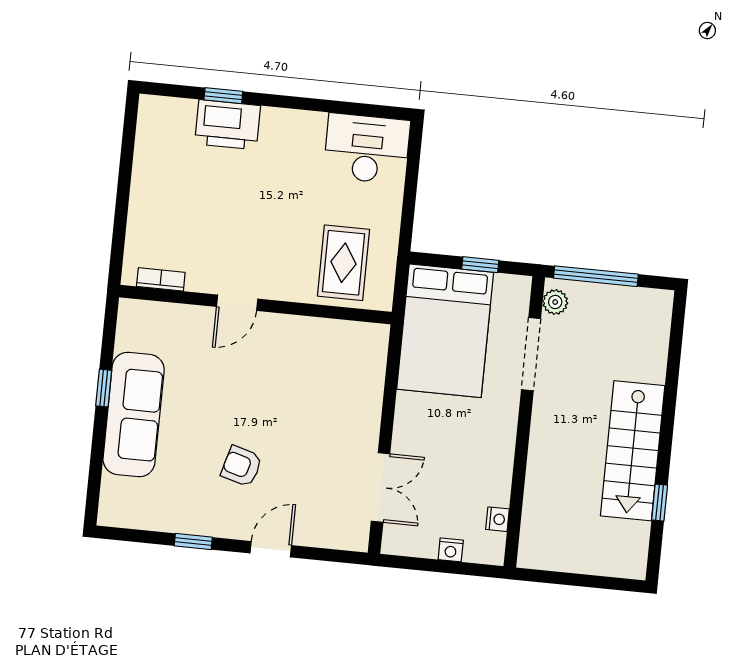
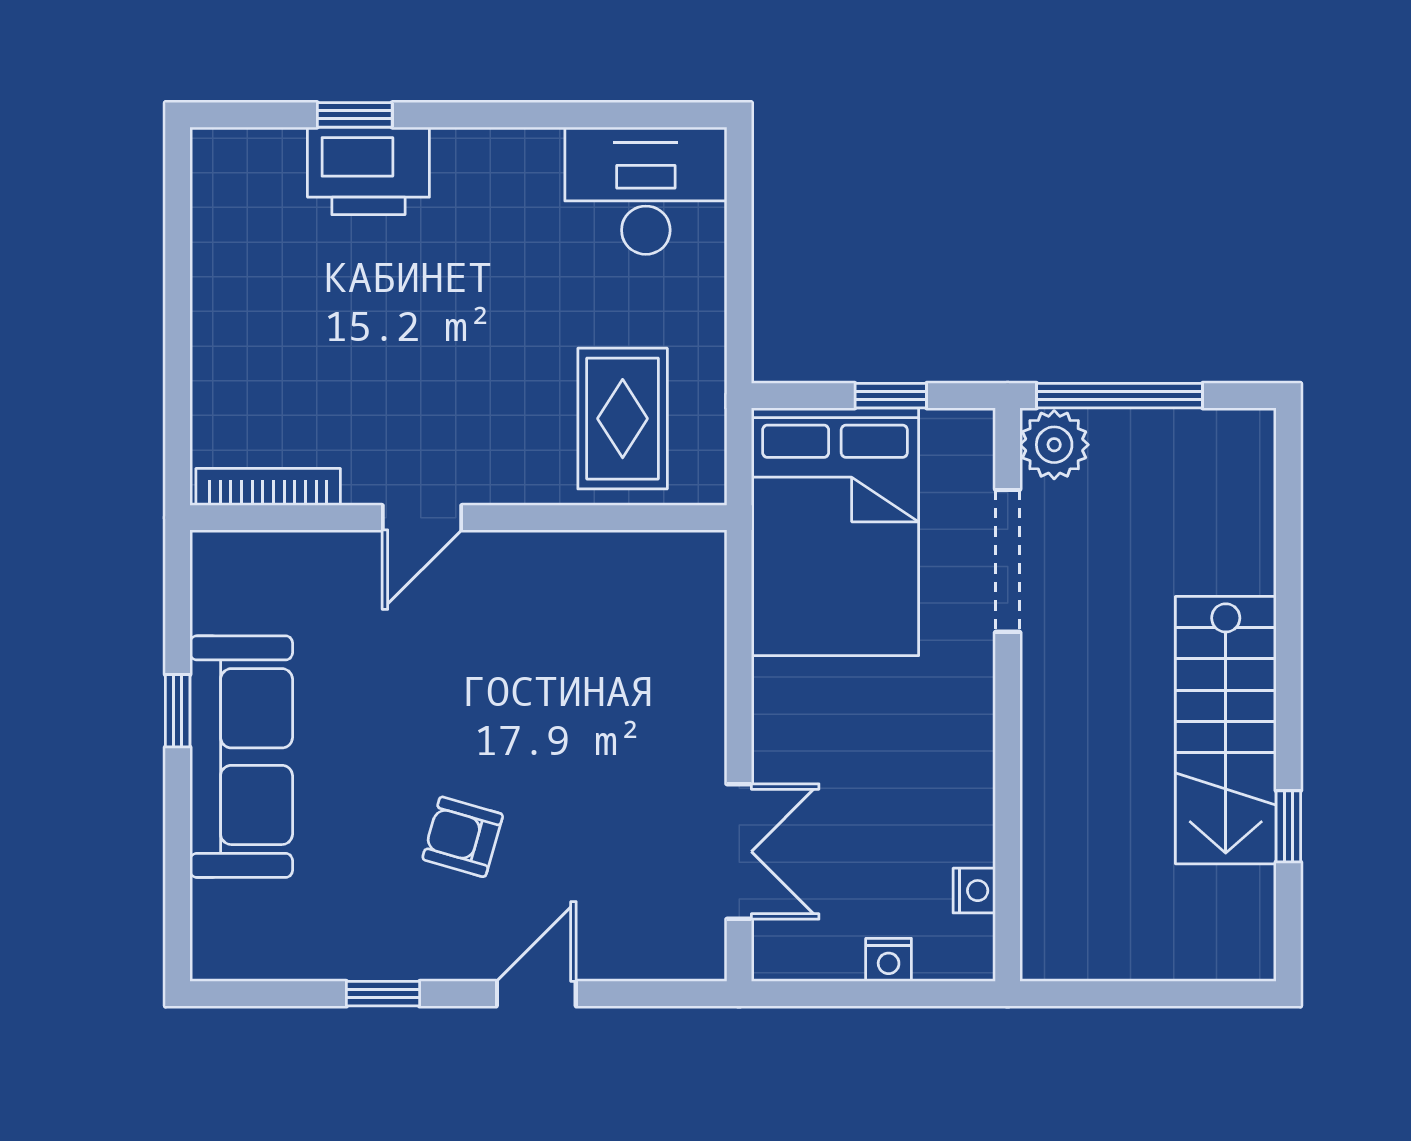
bookcase: (161, 279) -> (268, 487), width x1.56
plant: (555, 302) -> (1054, 445), width x1.38, depth x1.38

